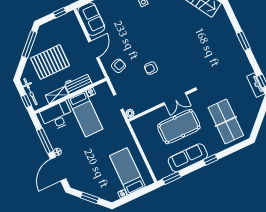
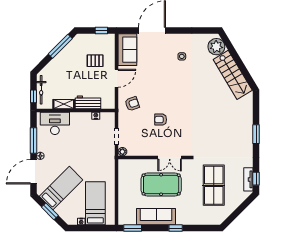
pallet: (50, 62) -> (95, 61), moved, width x0.49, depth x0.50
bed: (85, 114) -> (61, 188), moved, turned -135
table tennis table: (226, 121) -> (214, 185), moved

